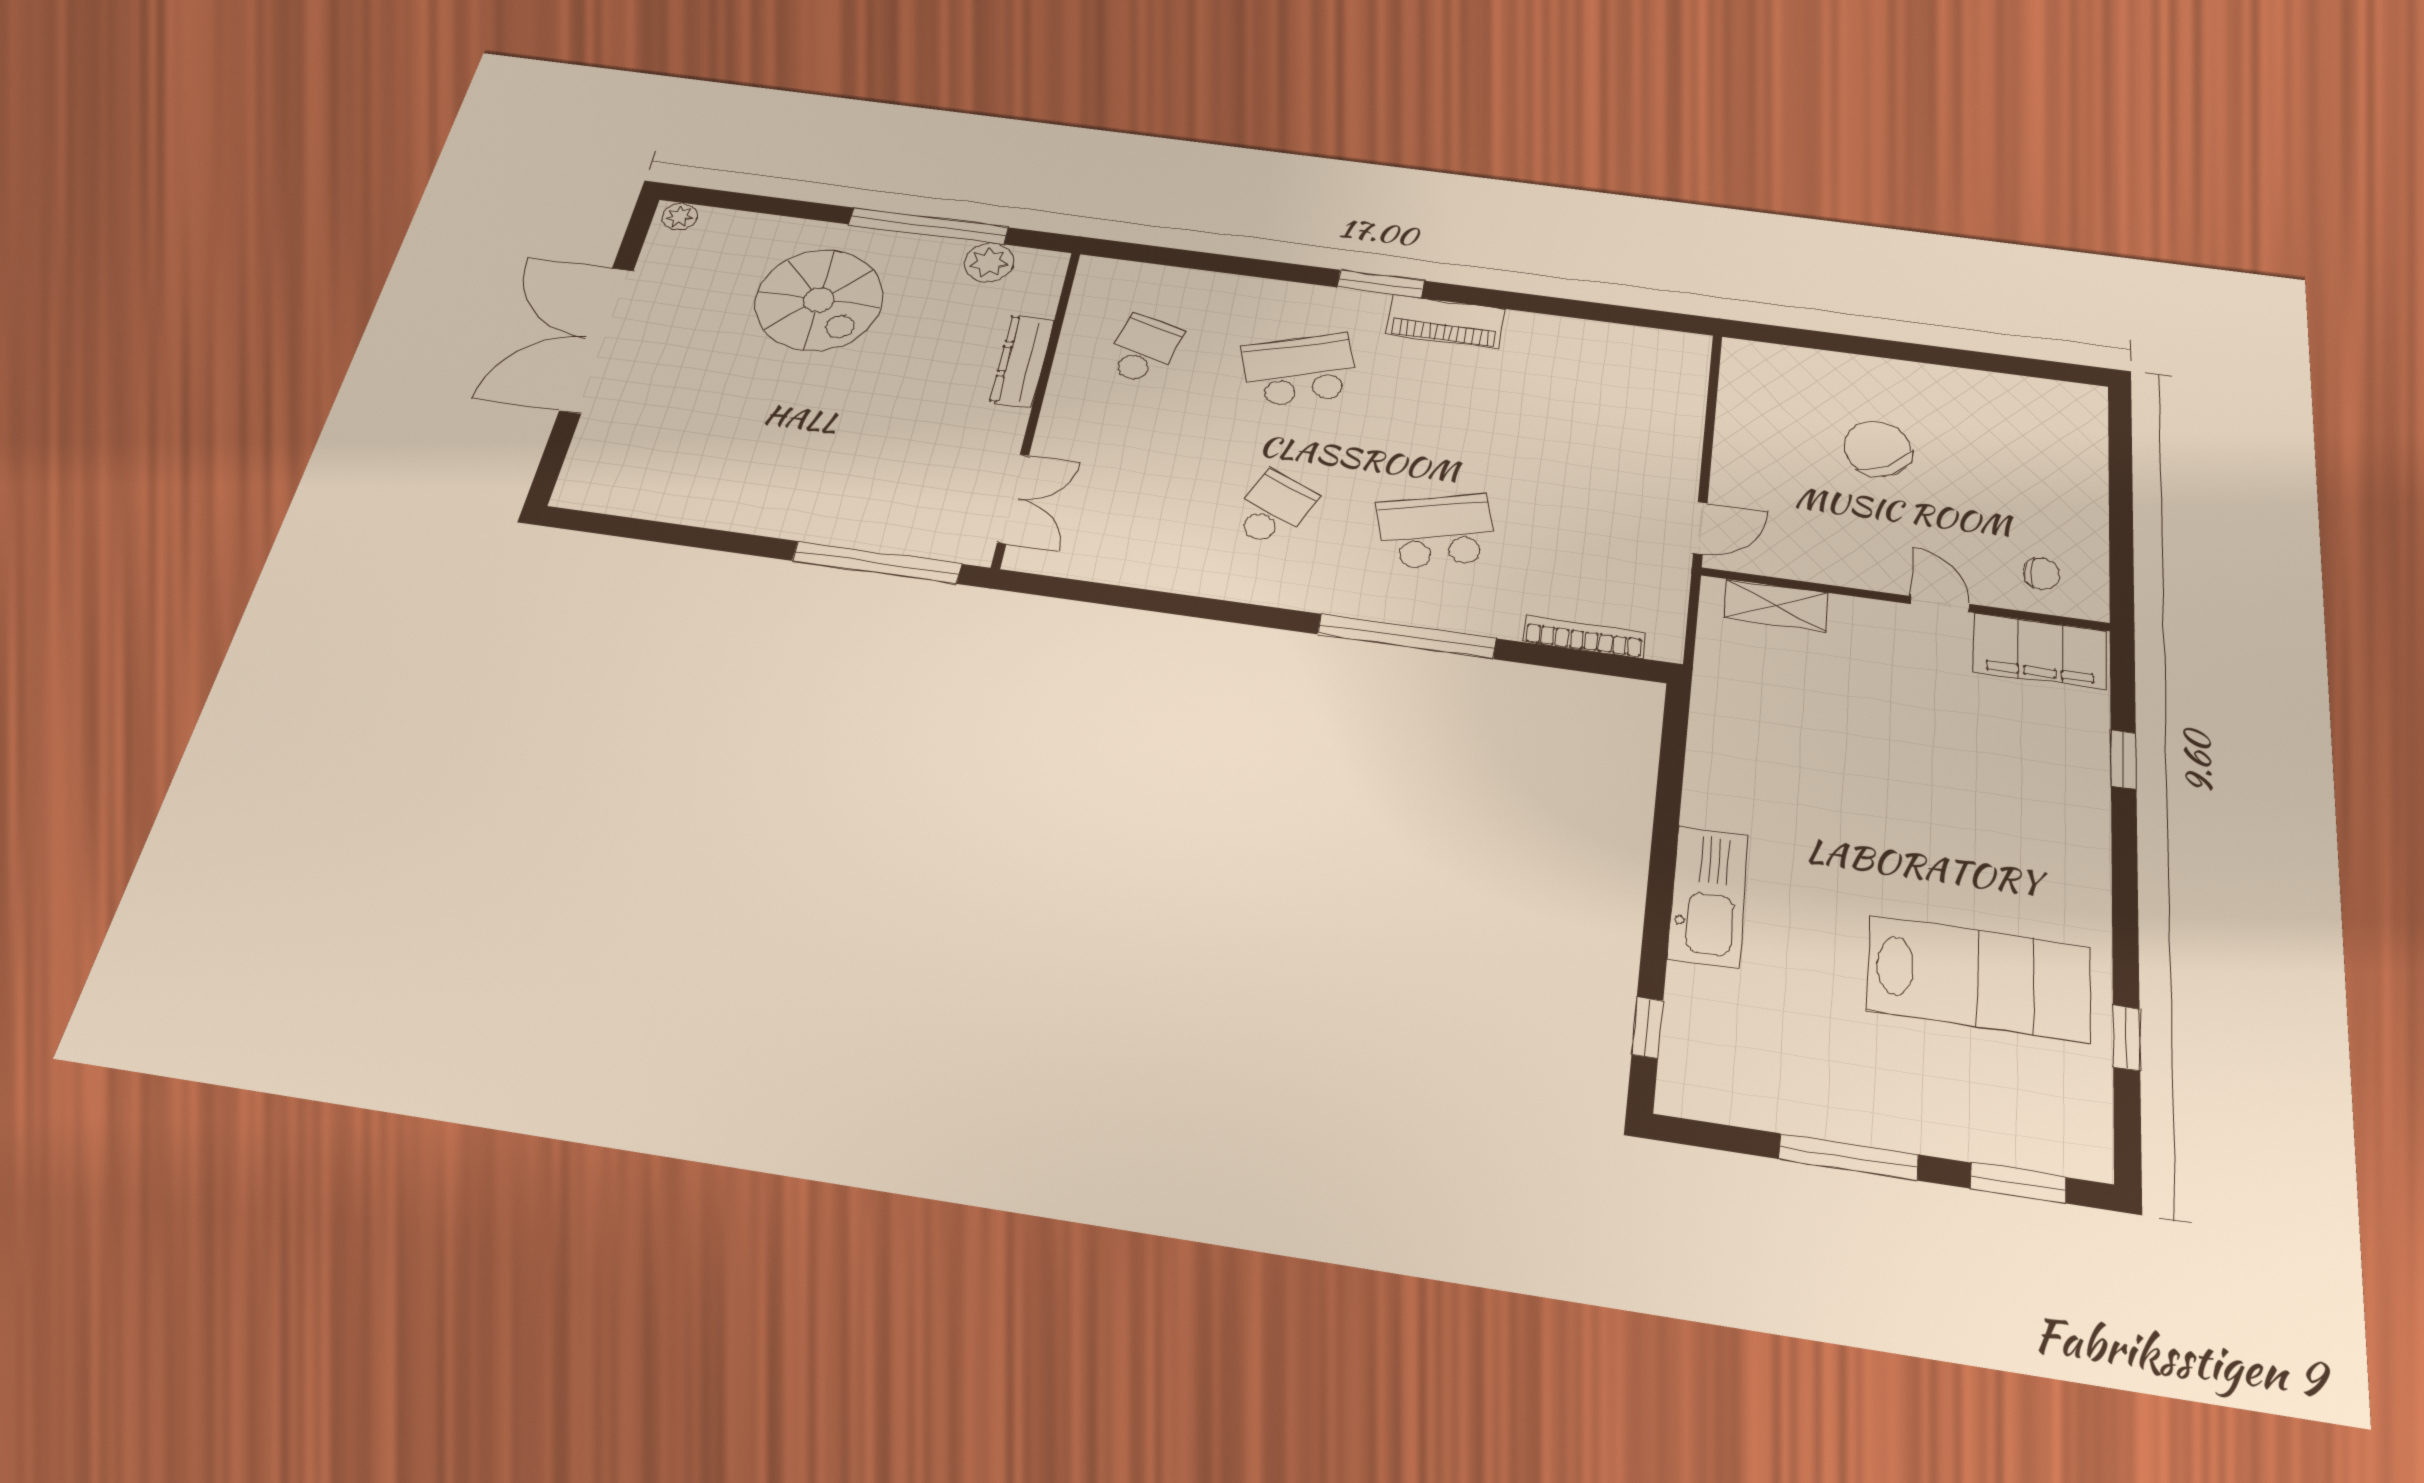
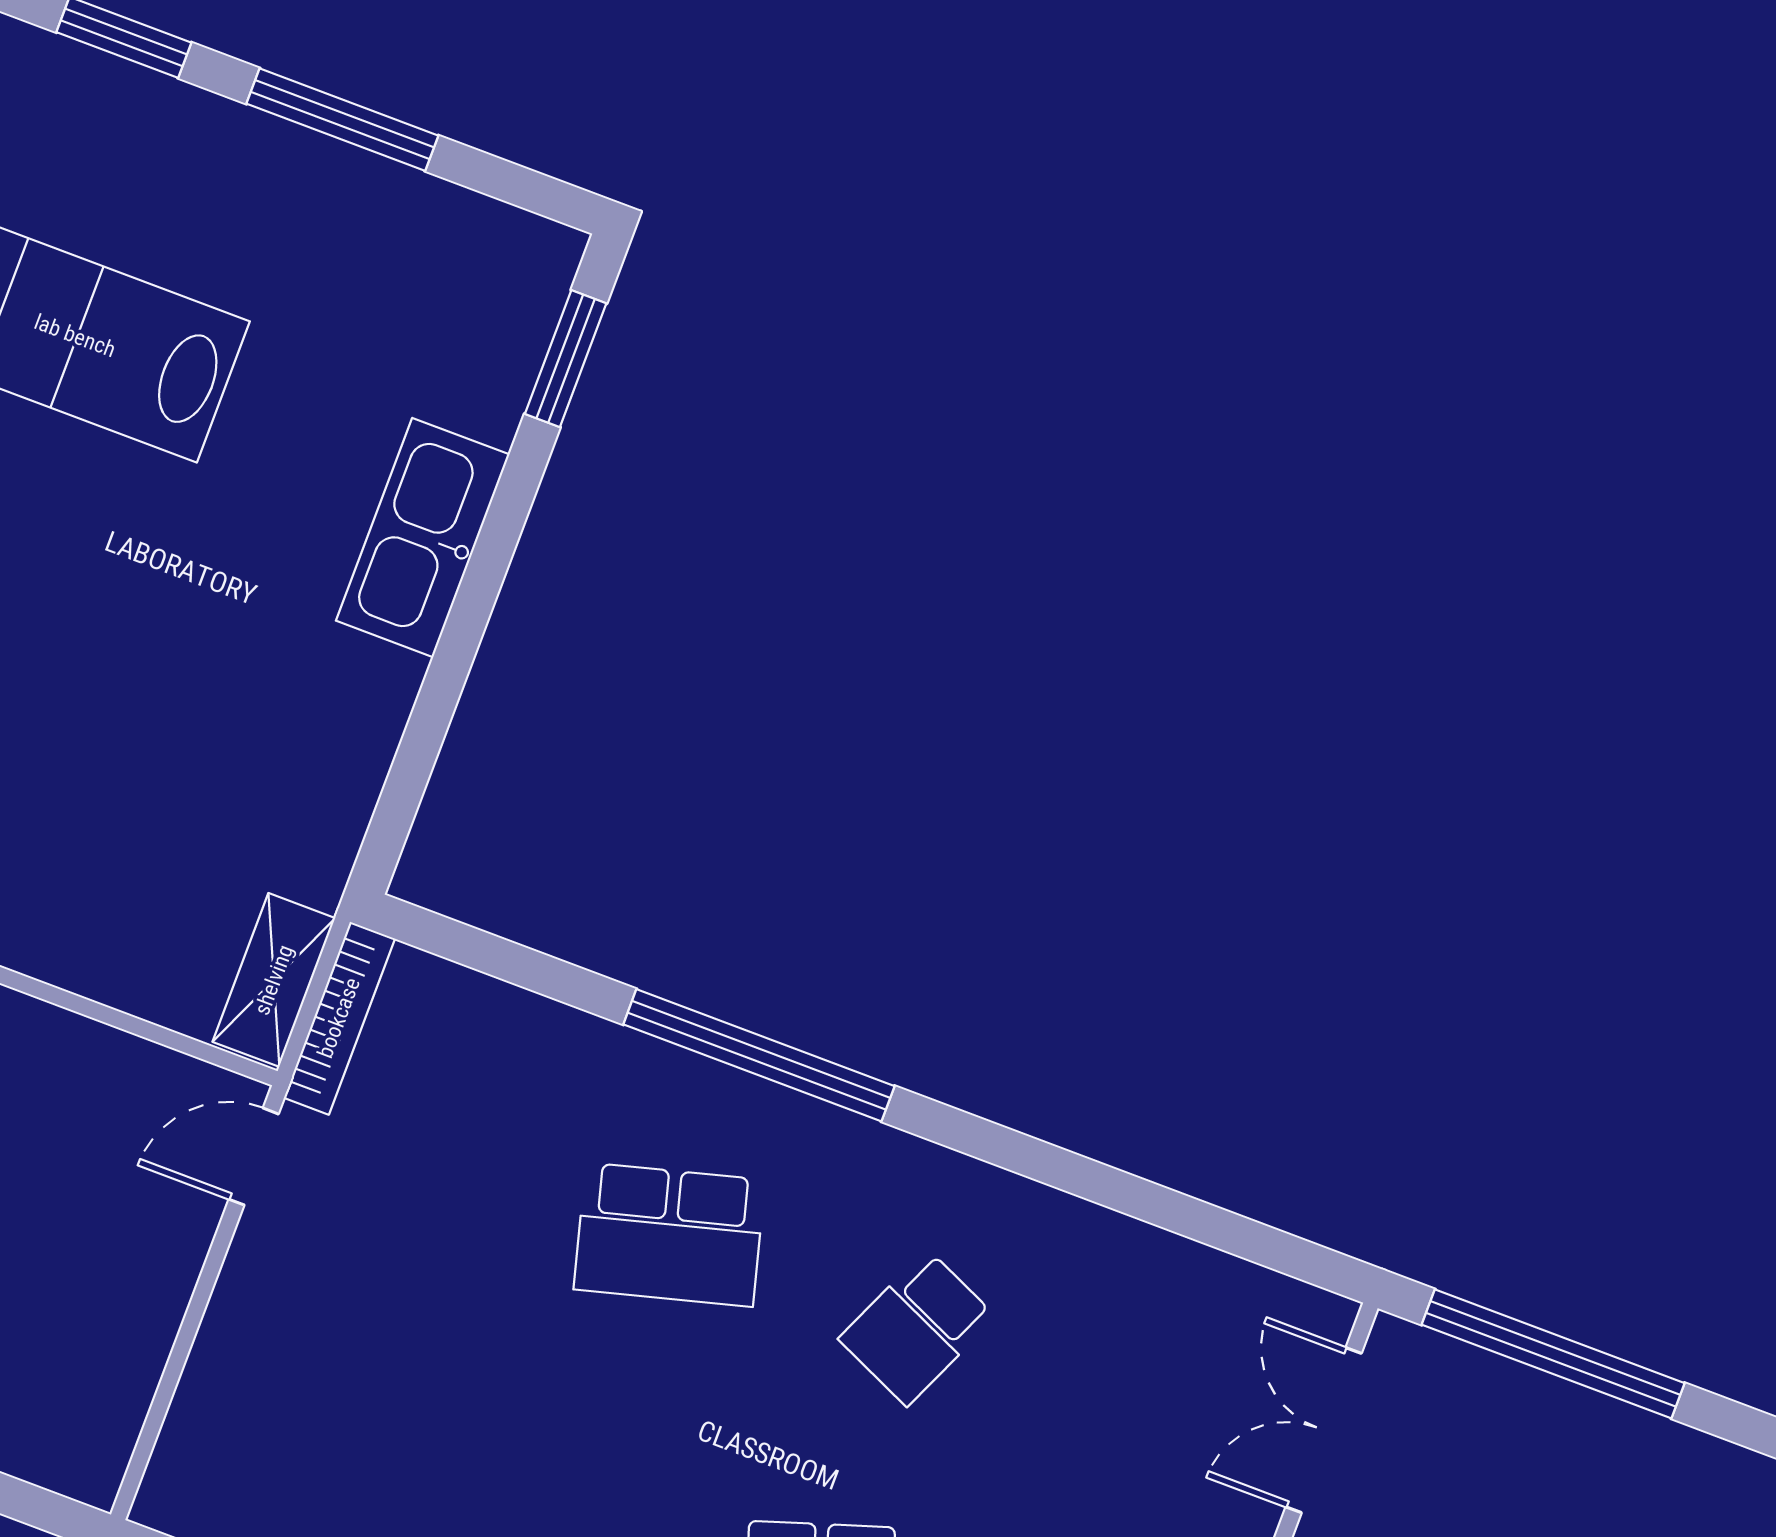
shelving: (1776, 605) -> (274, 980), moved, turned 90
bookcase: (1584, 637) -> (339, 1018), moved, turned -90
window: (1647, 1028) -> (566, 359), width x1.50

